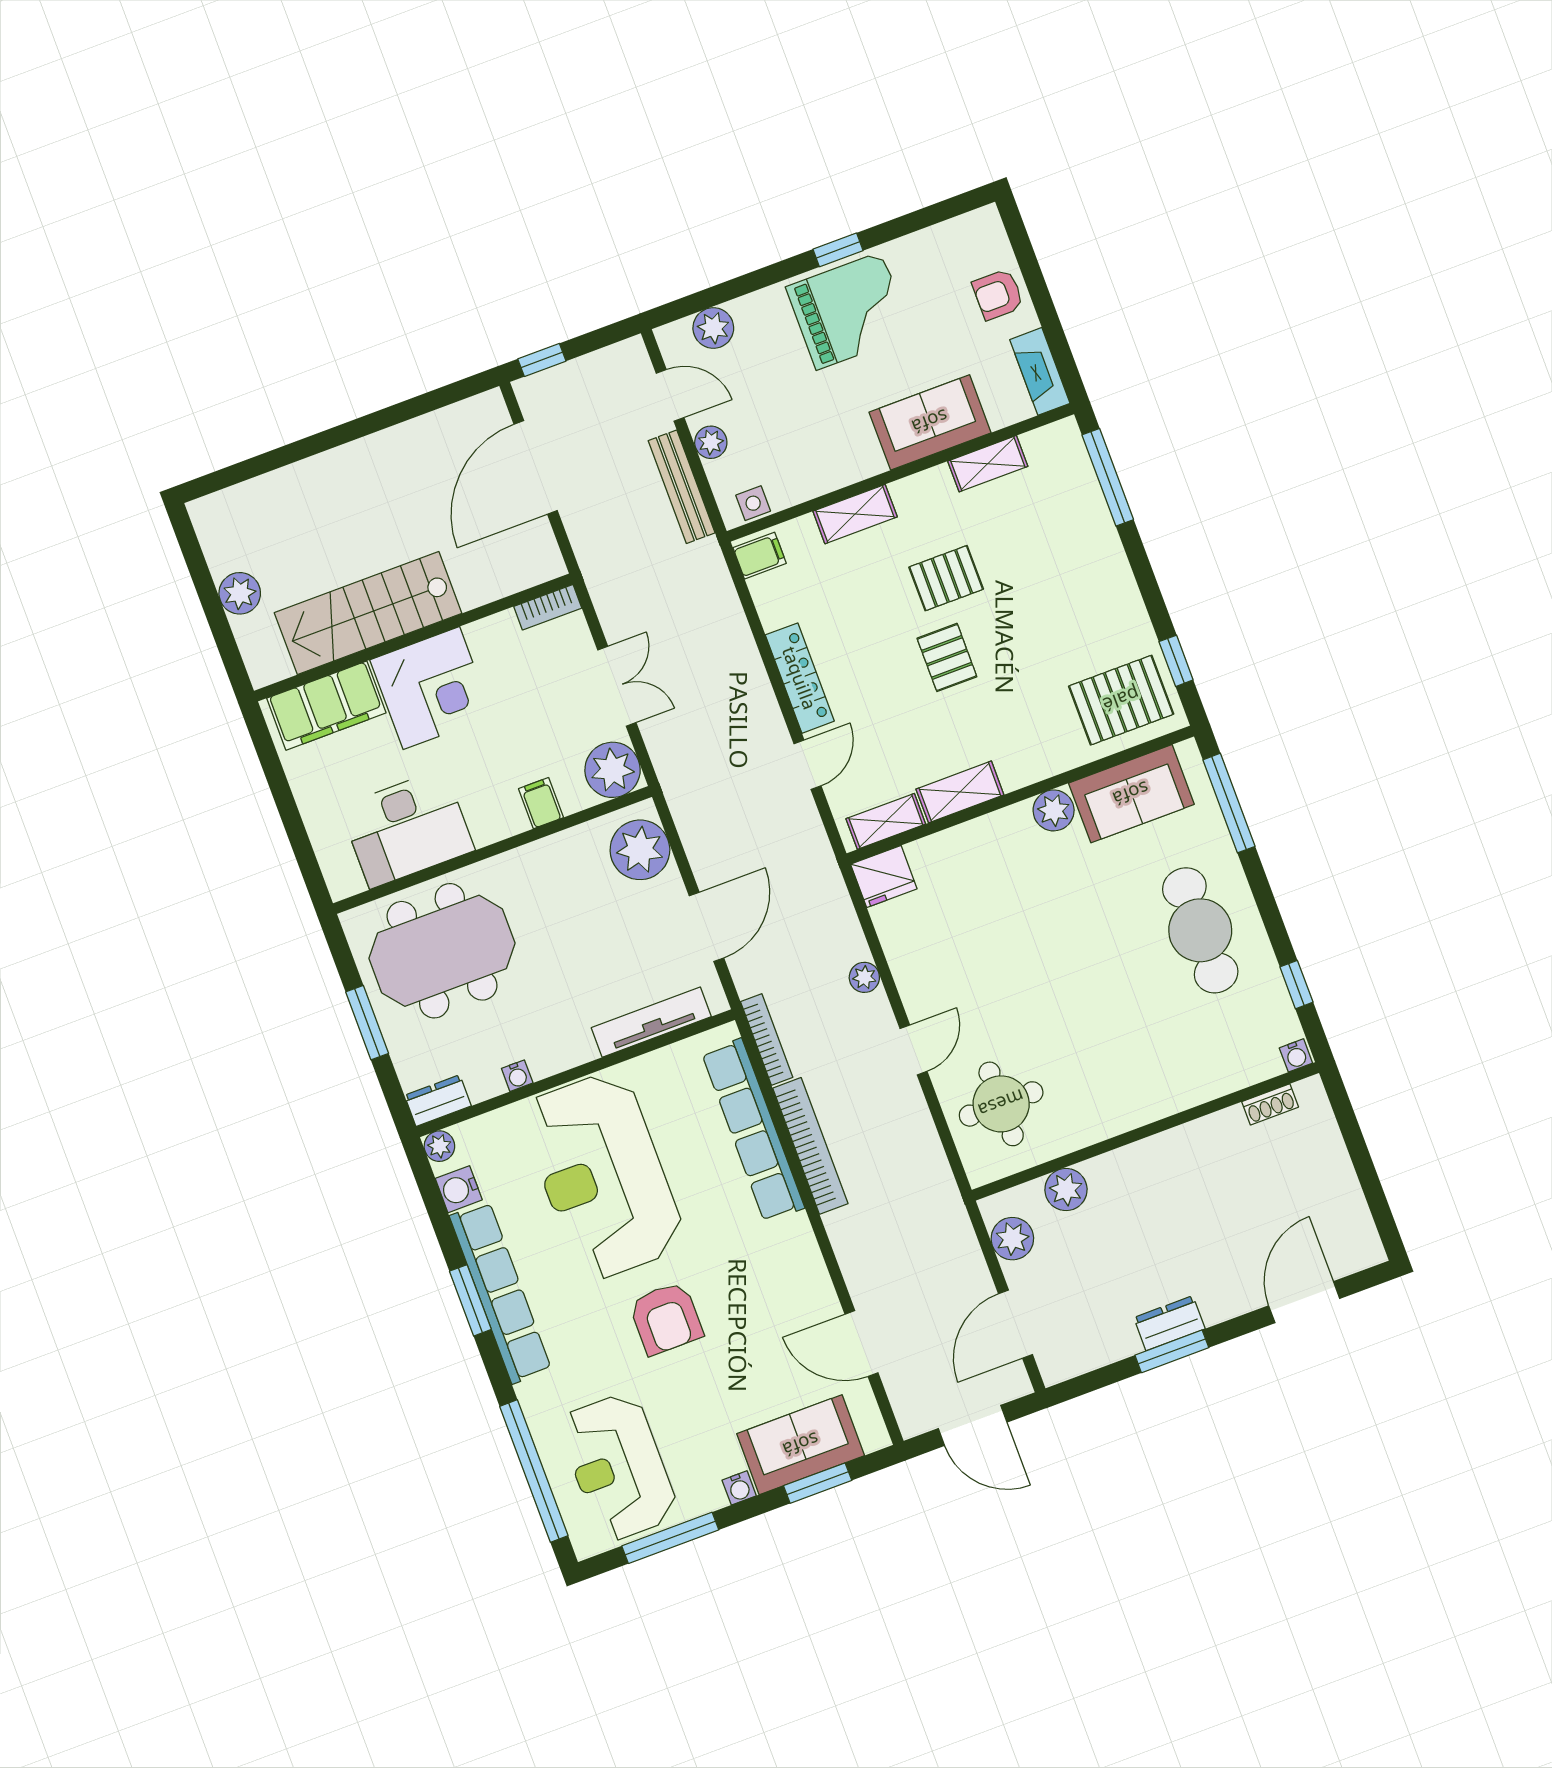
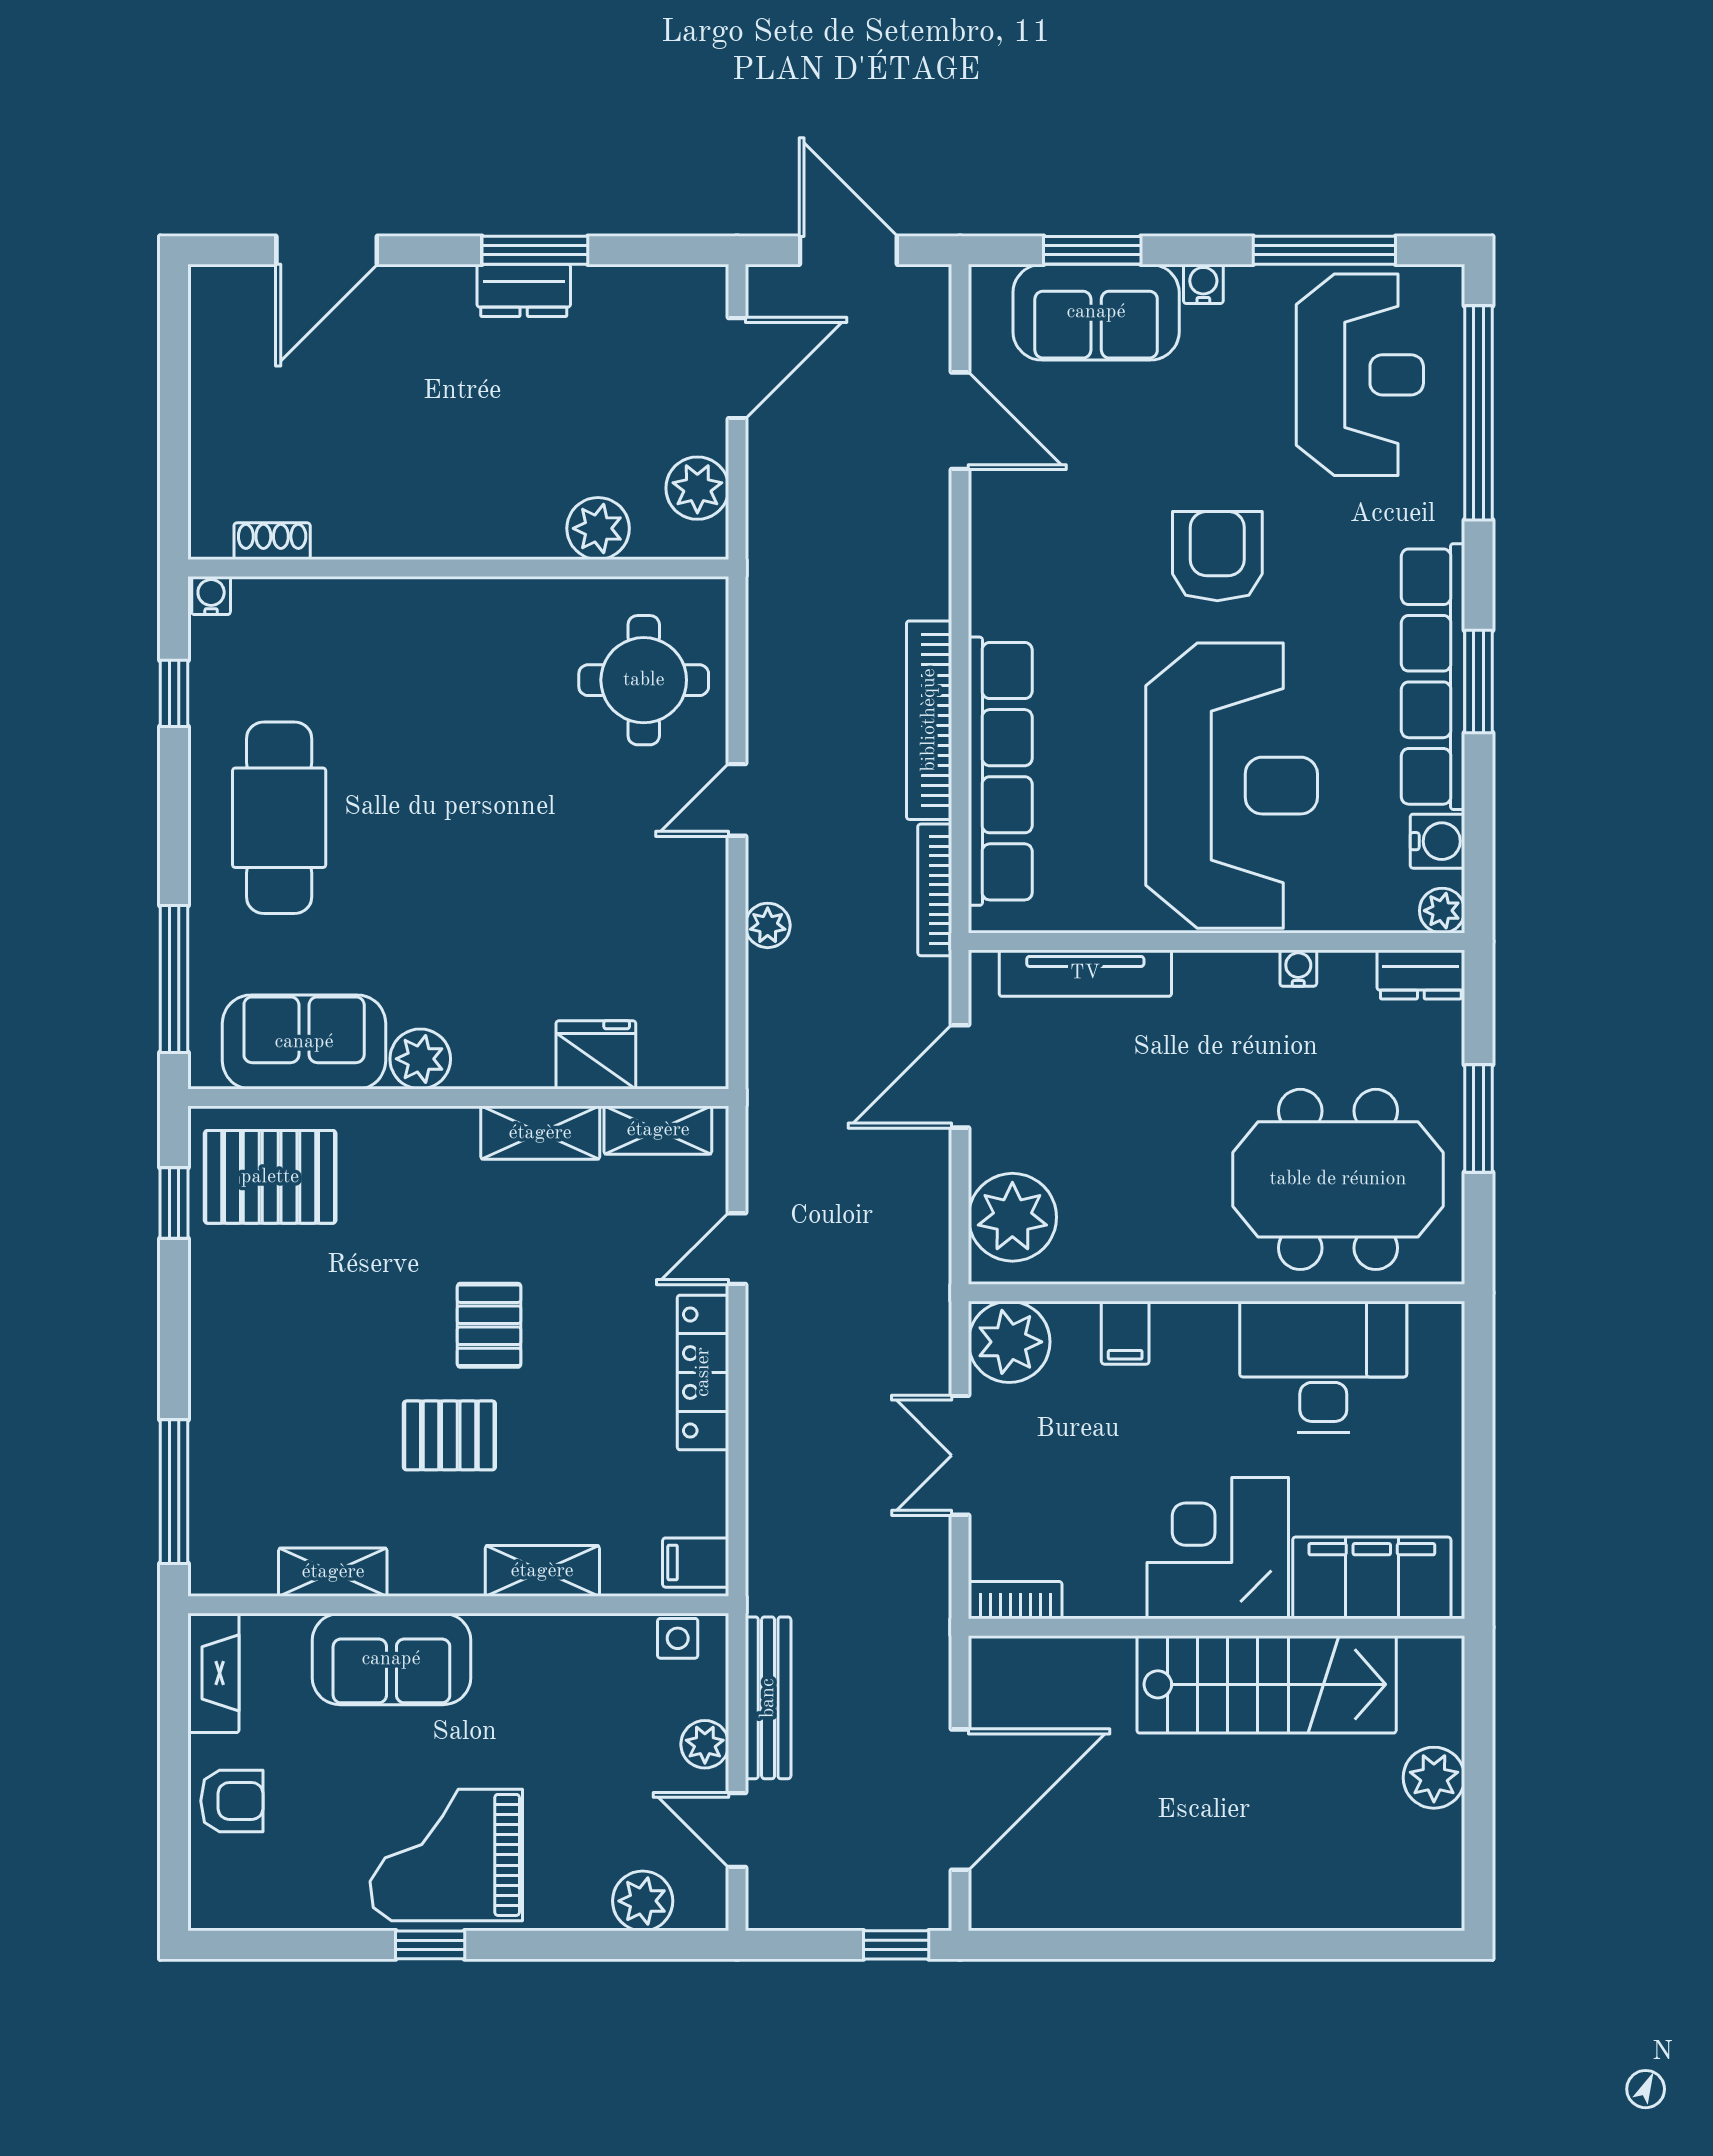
fridge: (884, 876) -> (596, 1055), moved

